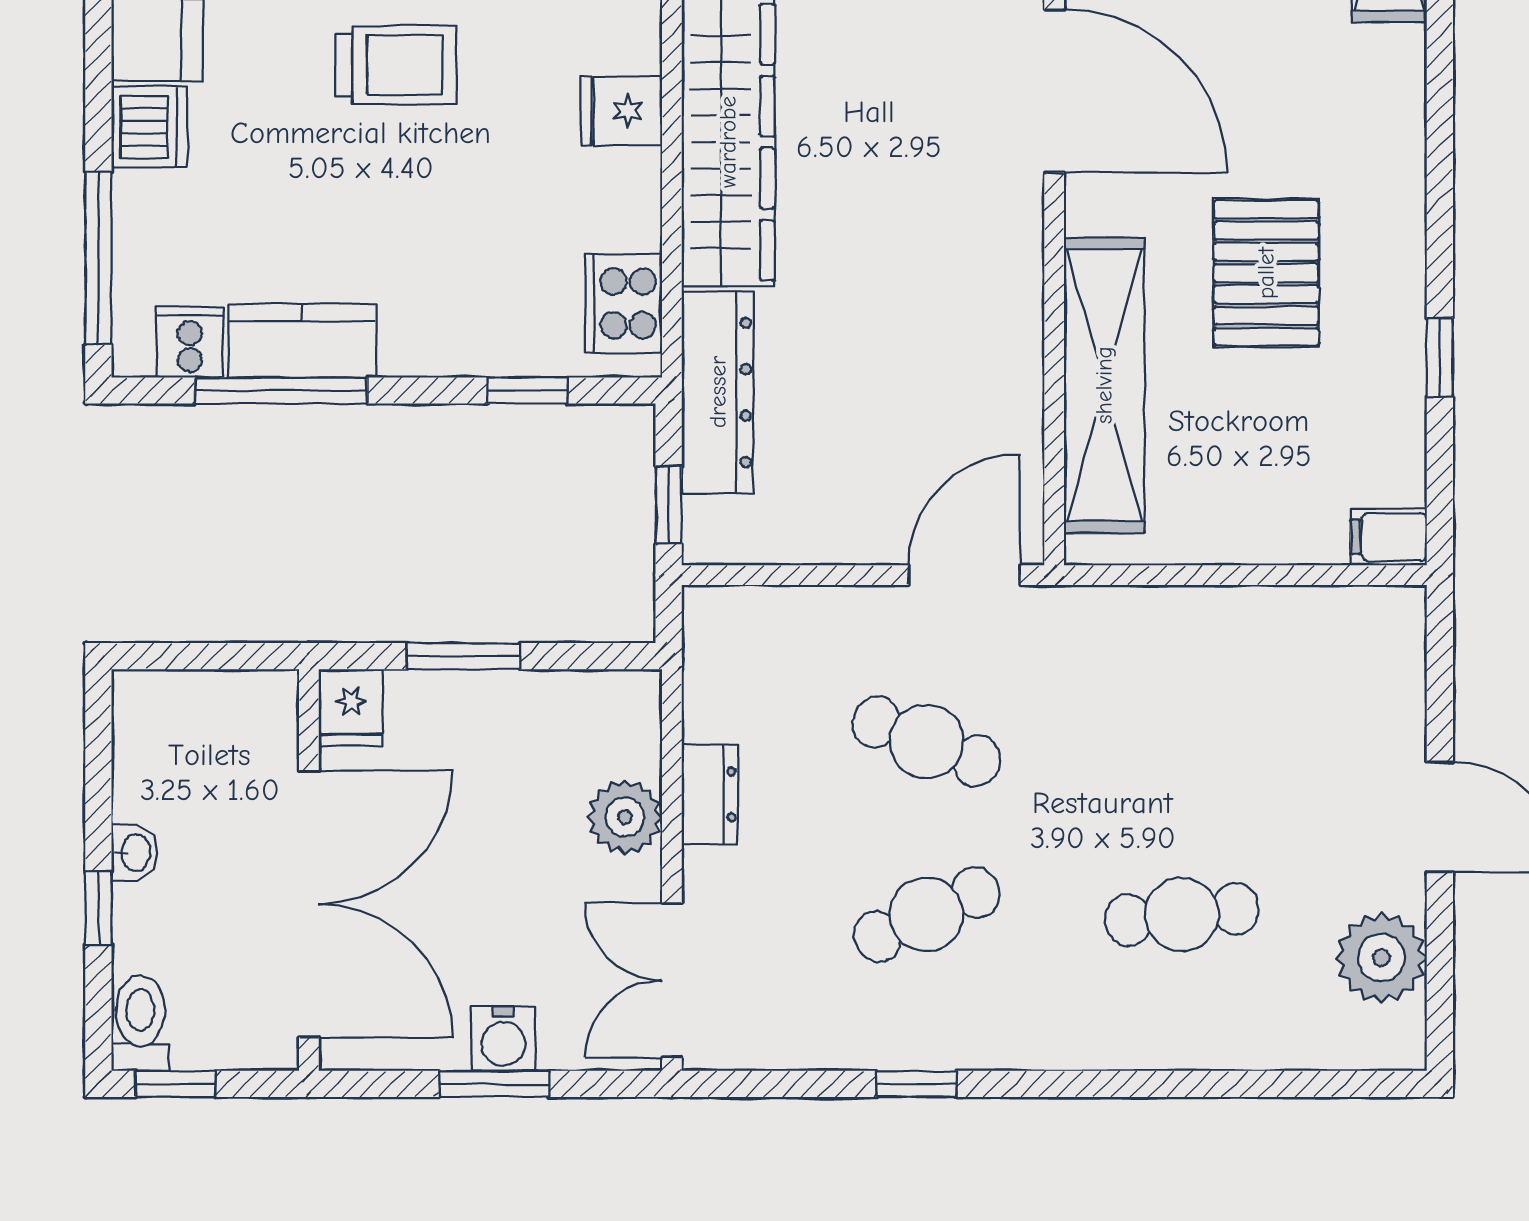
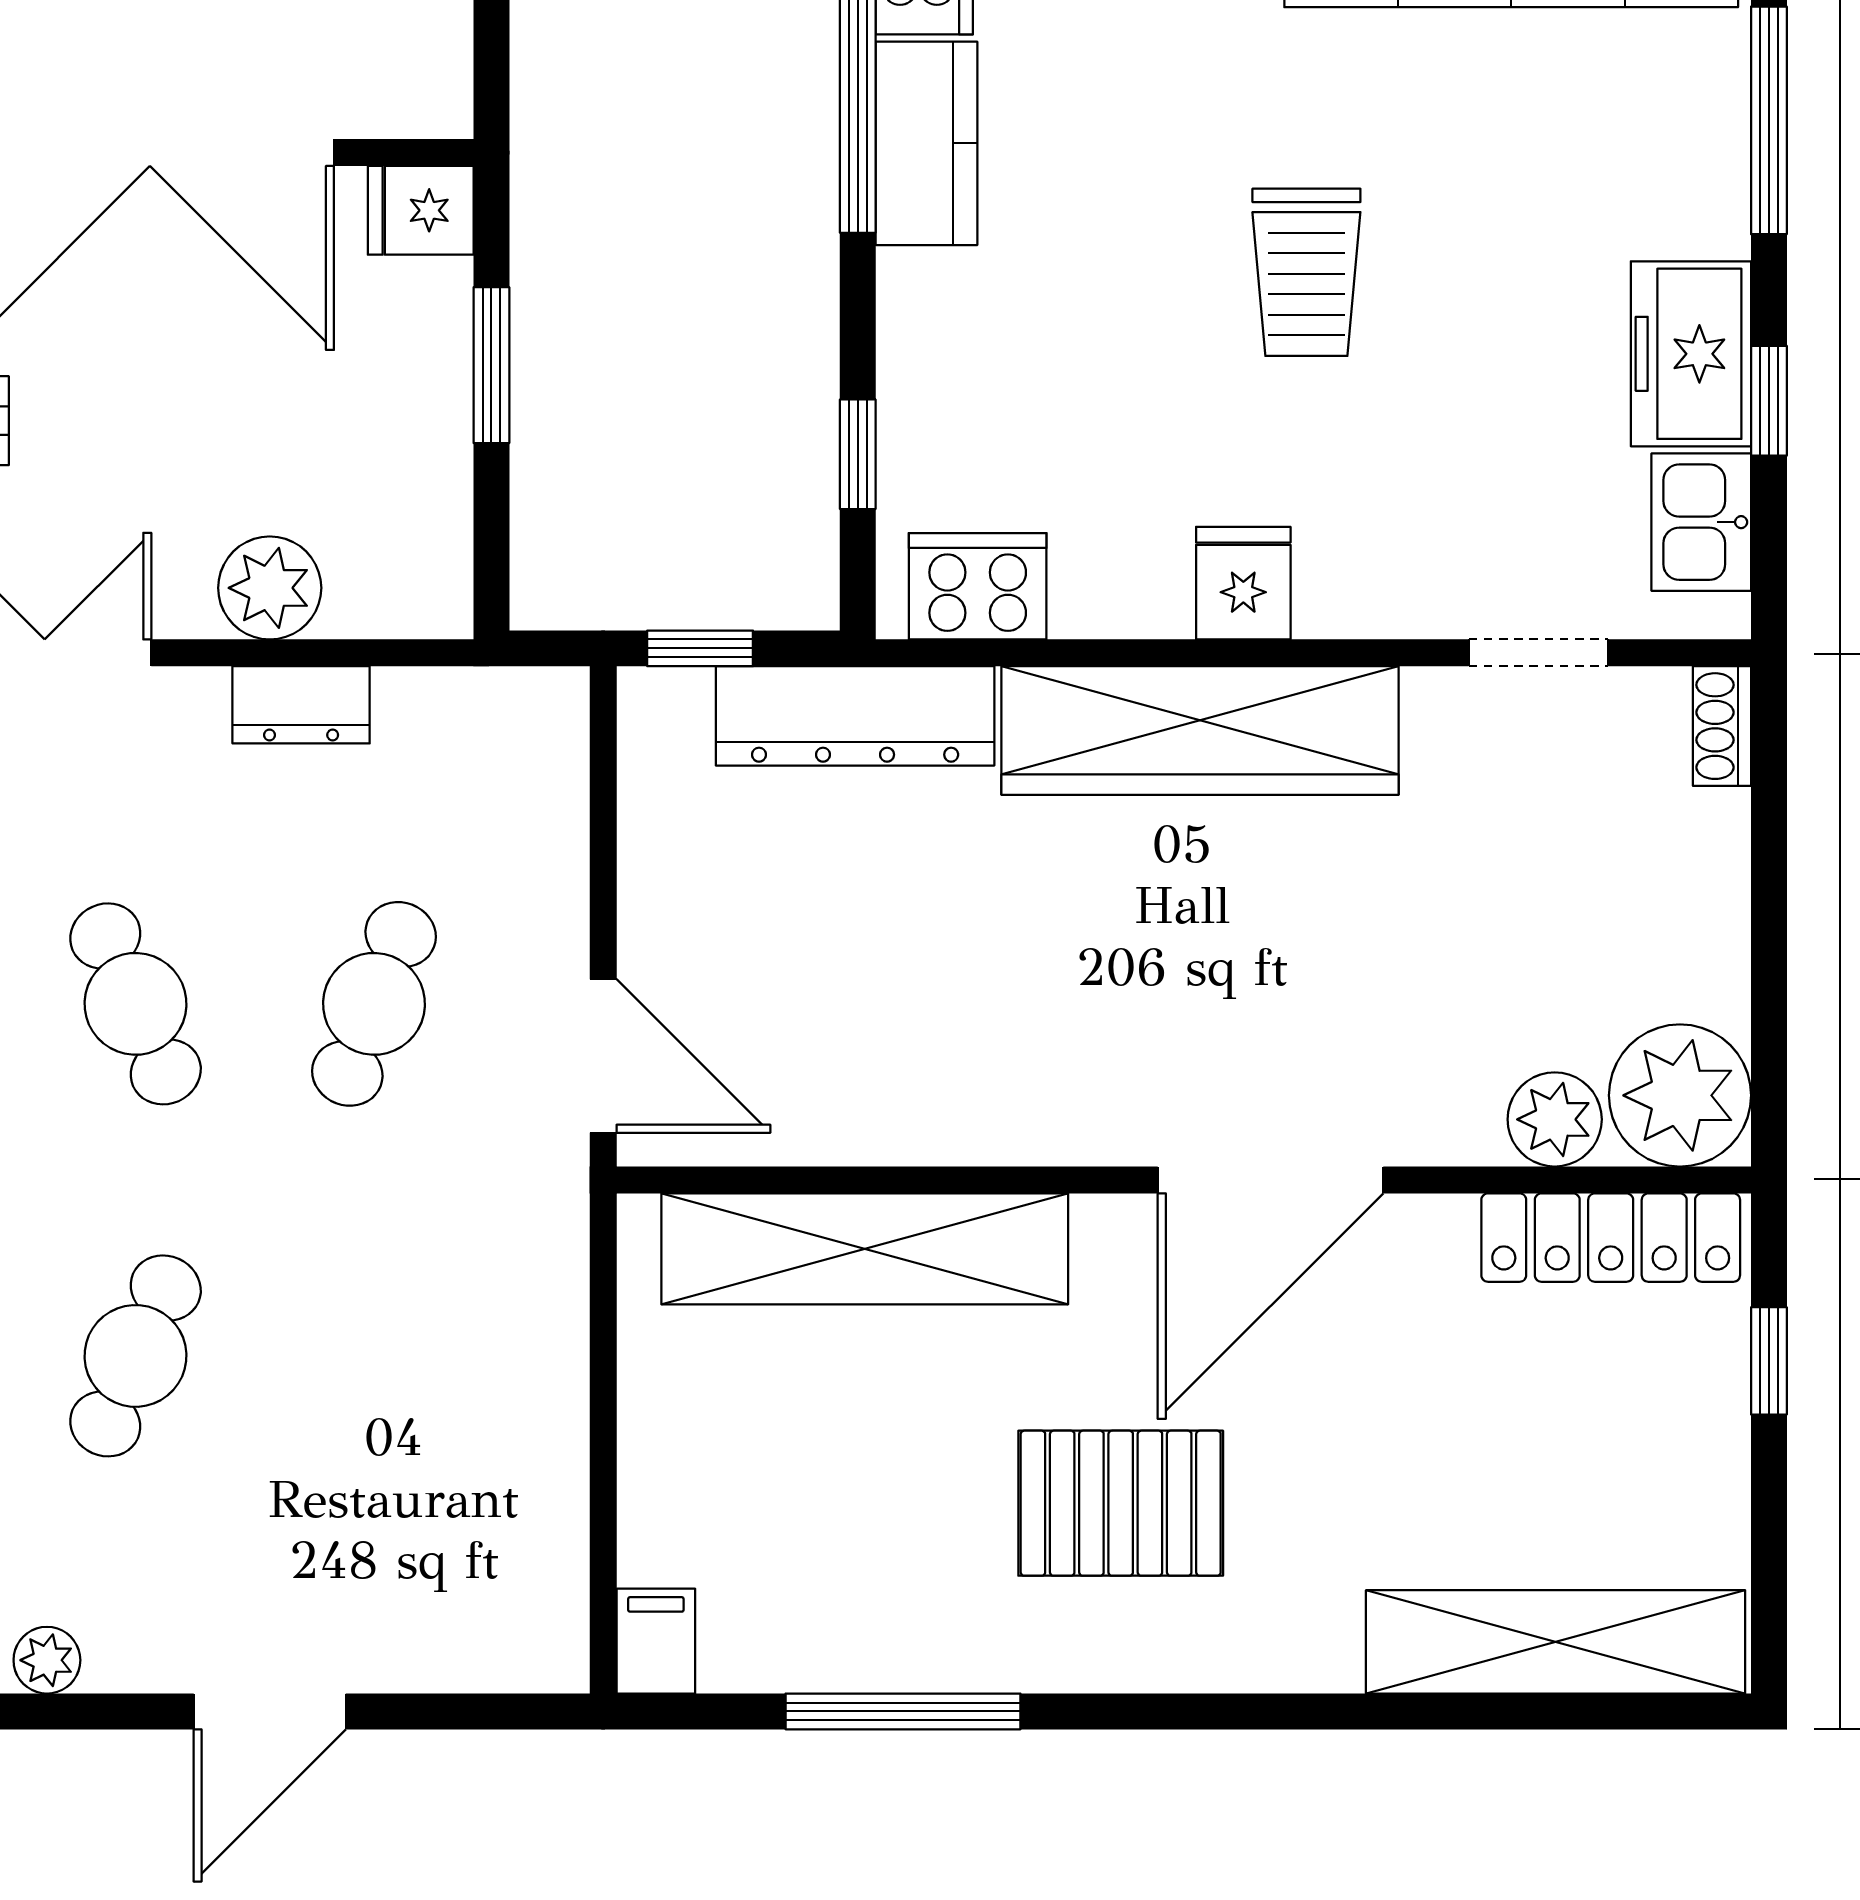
pallet: (1266, 273) -> (1121, 1503), moved
window: (1440, 358) -> (903, 1711), width x2.17
cafe table: (1182, 914) -> (136, 1356), turned 30
plant: (1381, 958) -> (47, 1660), width x0.53, depth x0.53

